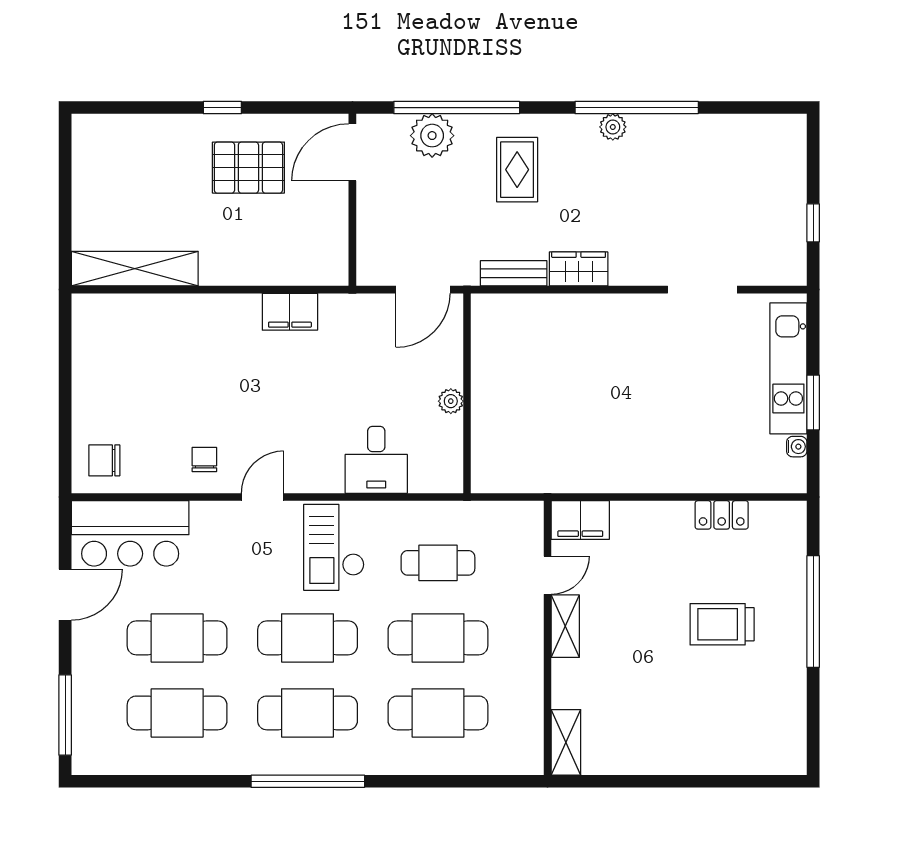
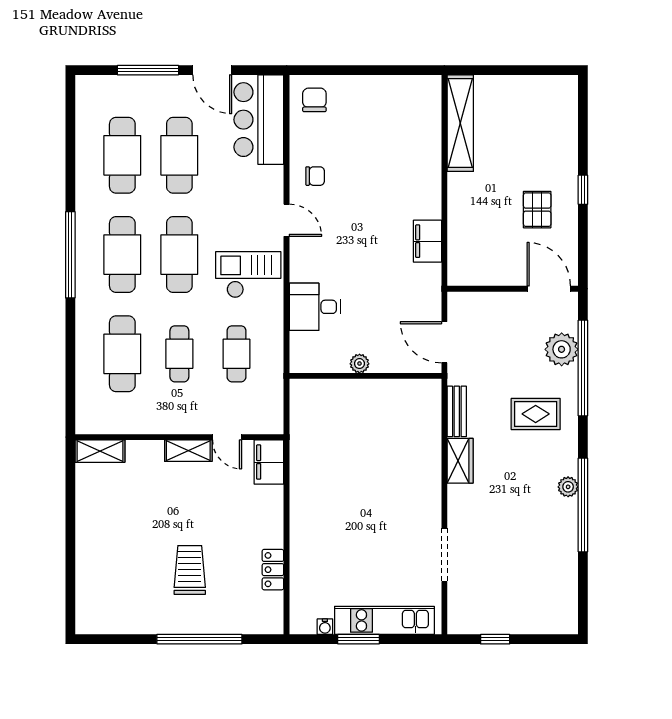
pallet: (248, 168) -> (537, 210), width x0.67, depth x0.71
cafe table: (438, 638) -> (179, 354), width x0.73, depth x0.74
window: (65, 715) -> (148, 70), moved

